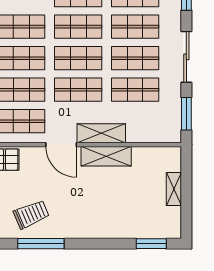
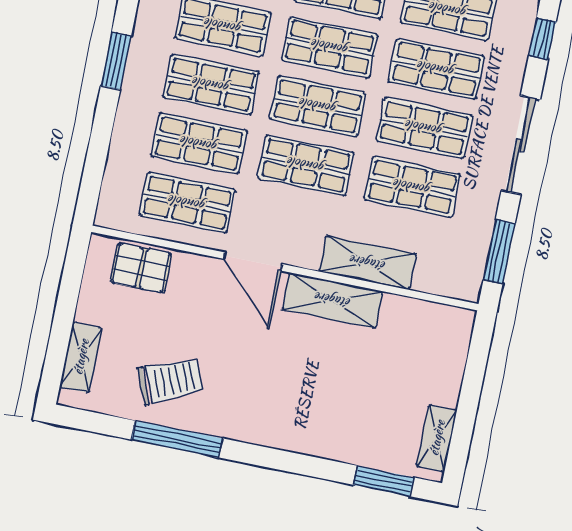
shelving: (101, 133) -> (368, 263), moved
shelving: (174, 189) -> (437, 438), moved

